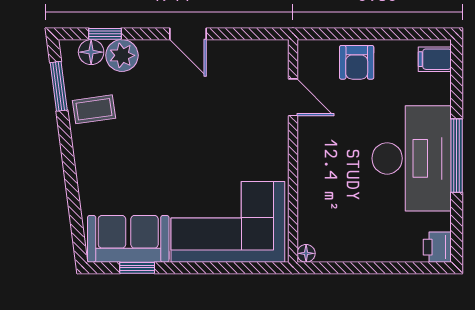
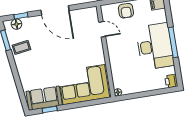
door: (188, 34) -> (55, 10), width x1.88
plant: (122, 55) -> (29, 23), removed

